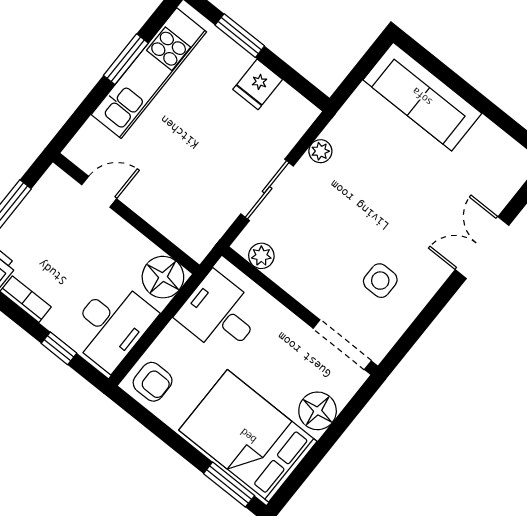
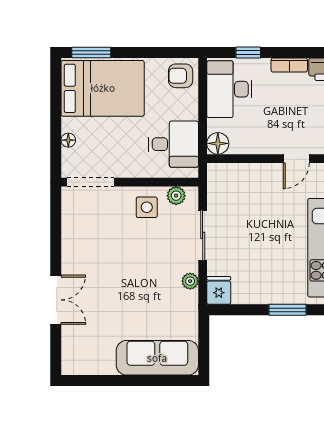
fridge: (258, 84) -> (219, 290), moved
floor lamp: (163, 277) -> (218, 143), width x0.73, depth x0.73
side table: (380, 281) -> (147, 207), moved
floor lamp: (318, 411) -> (68, 140), width x0.53, depth x0.53

